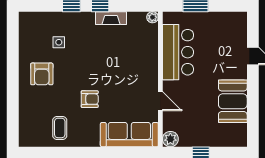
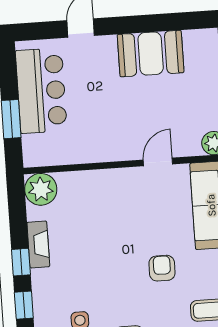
plant: (153, 17) -> (41, 189), width x1.88, depth x1.88
bar counter: (178, 52) -> (41, 91), moved, turned 90

